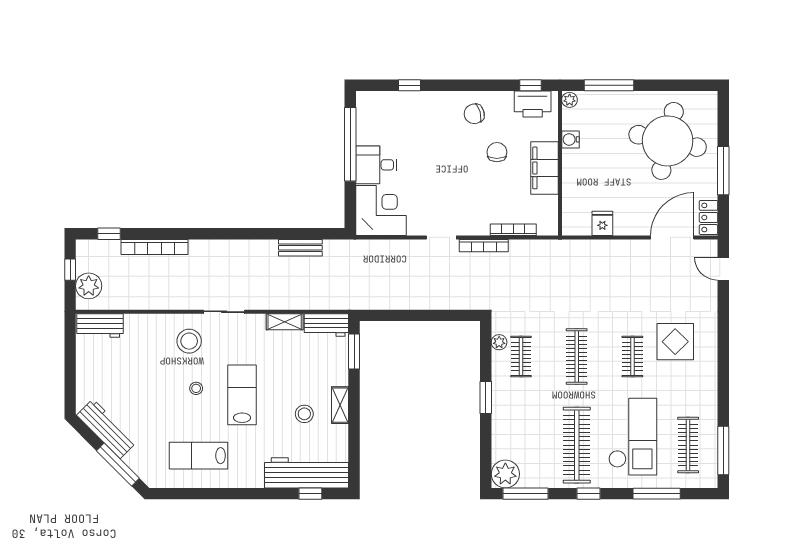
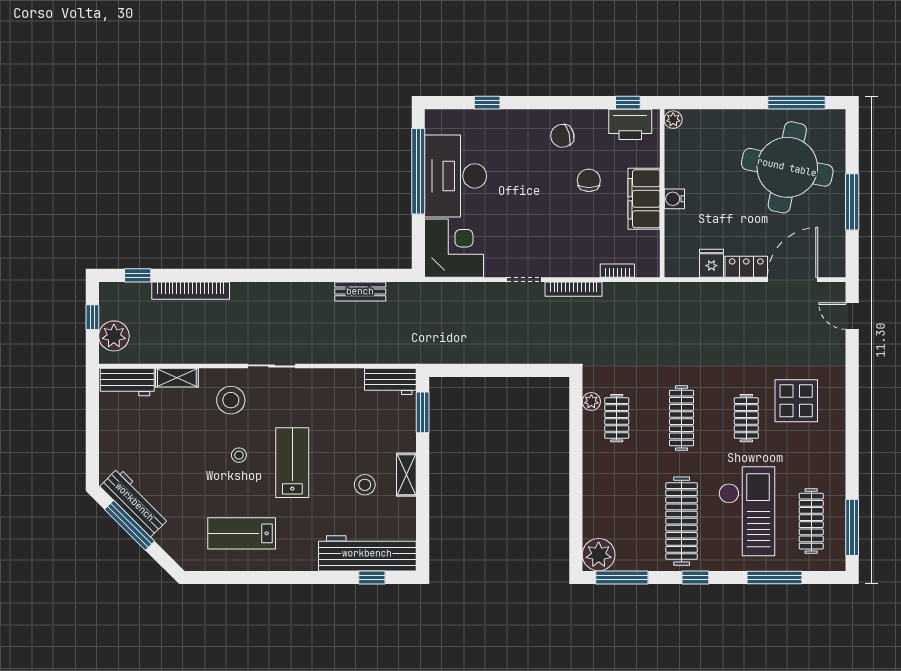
window: (609, 85) -> (796, 103), moved
water cooler: (570, 139) -> (674, 199), moved
desk: (376, 165) -> (456, 176), width x1.87, depth x1.30
locker: (709, 217) -> (746, 267), moved, turned 90
bookcase: (513, 230) -> (617, 271), width x0.64
shelving: (285, 322) -> (177, 378), moved
window: (486, 398) -> (576, 466), removed
window: (118, 465) -> (129, 525), moved

